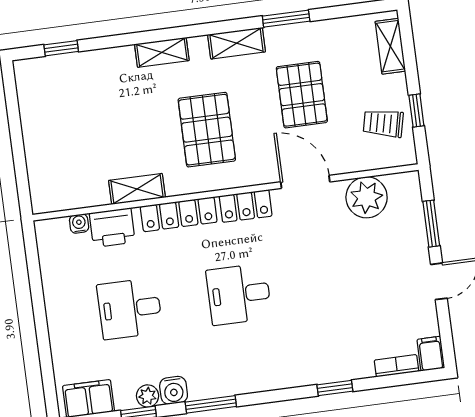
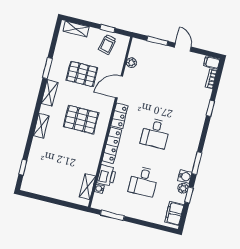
shelving: (137, 189) -> (87, 187), moved
plant: (367, 197) -> (131, 63), width x0.53, depth x0.53
window: (34, 272) -> (112, 215), added

